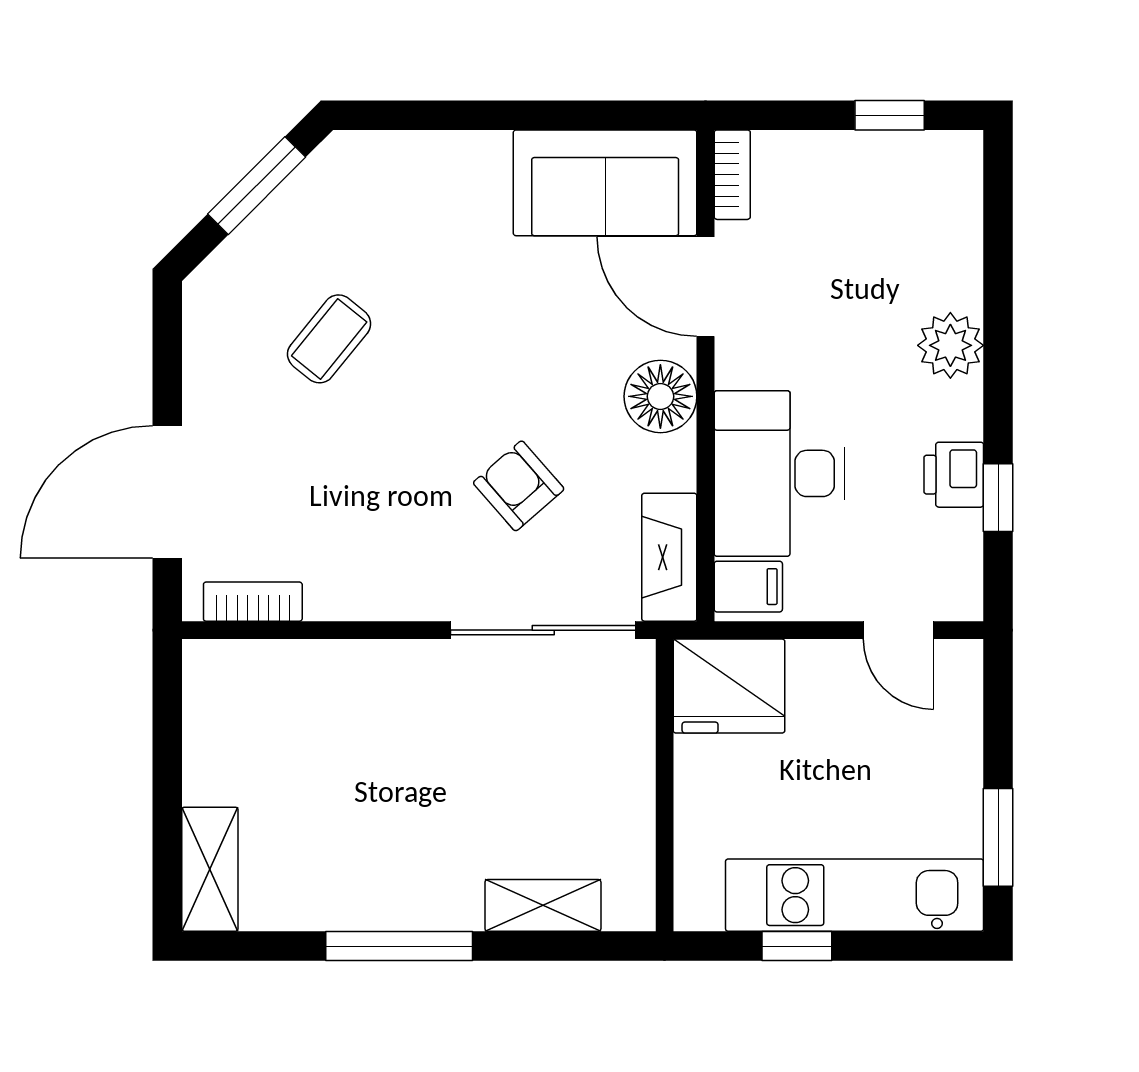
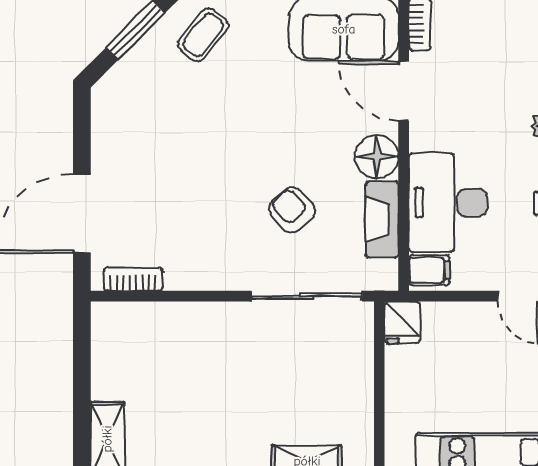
coffee table: (329, 339) -> (203, 35), moved
fireplace: (669, 557) -> (382, 219), moved
fridge: (729, 686) -> (402, 322), width x0.53, depth x0.75

